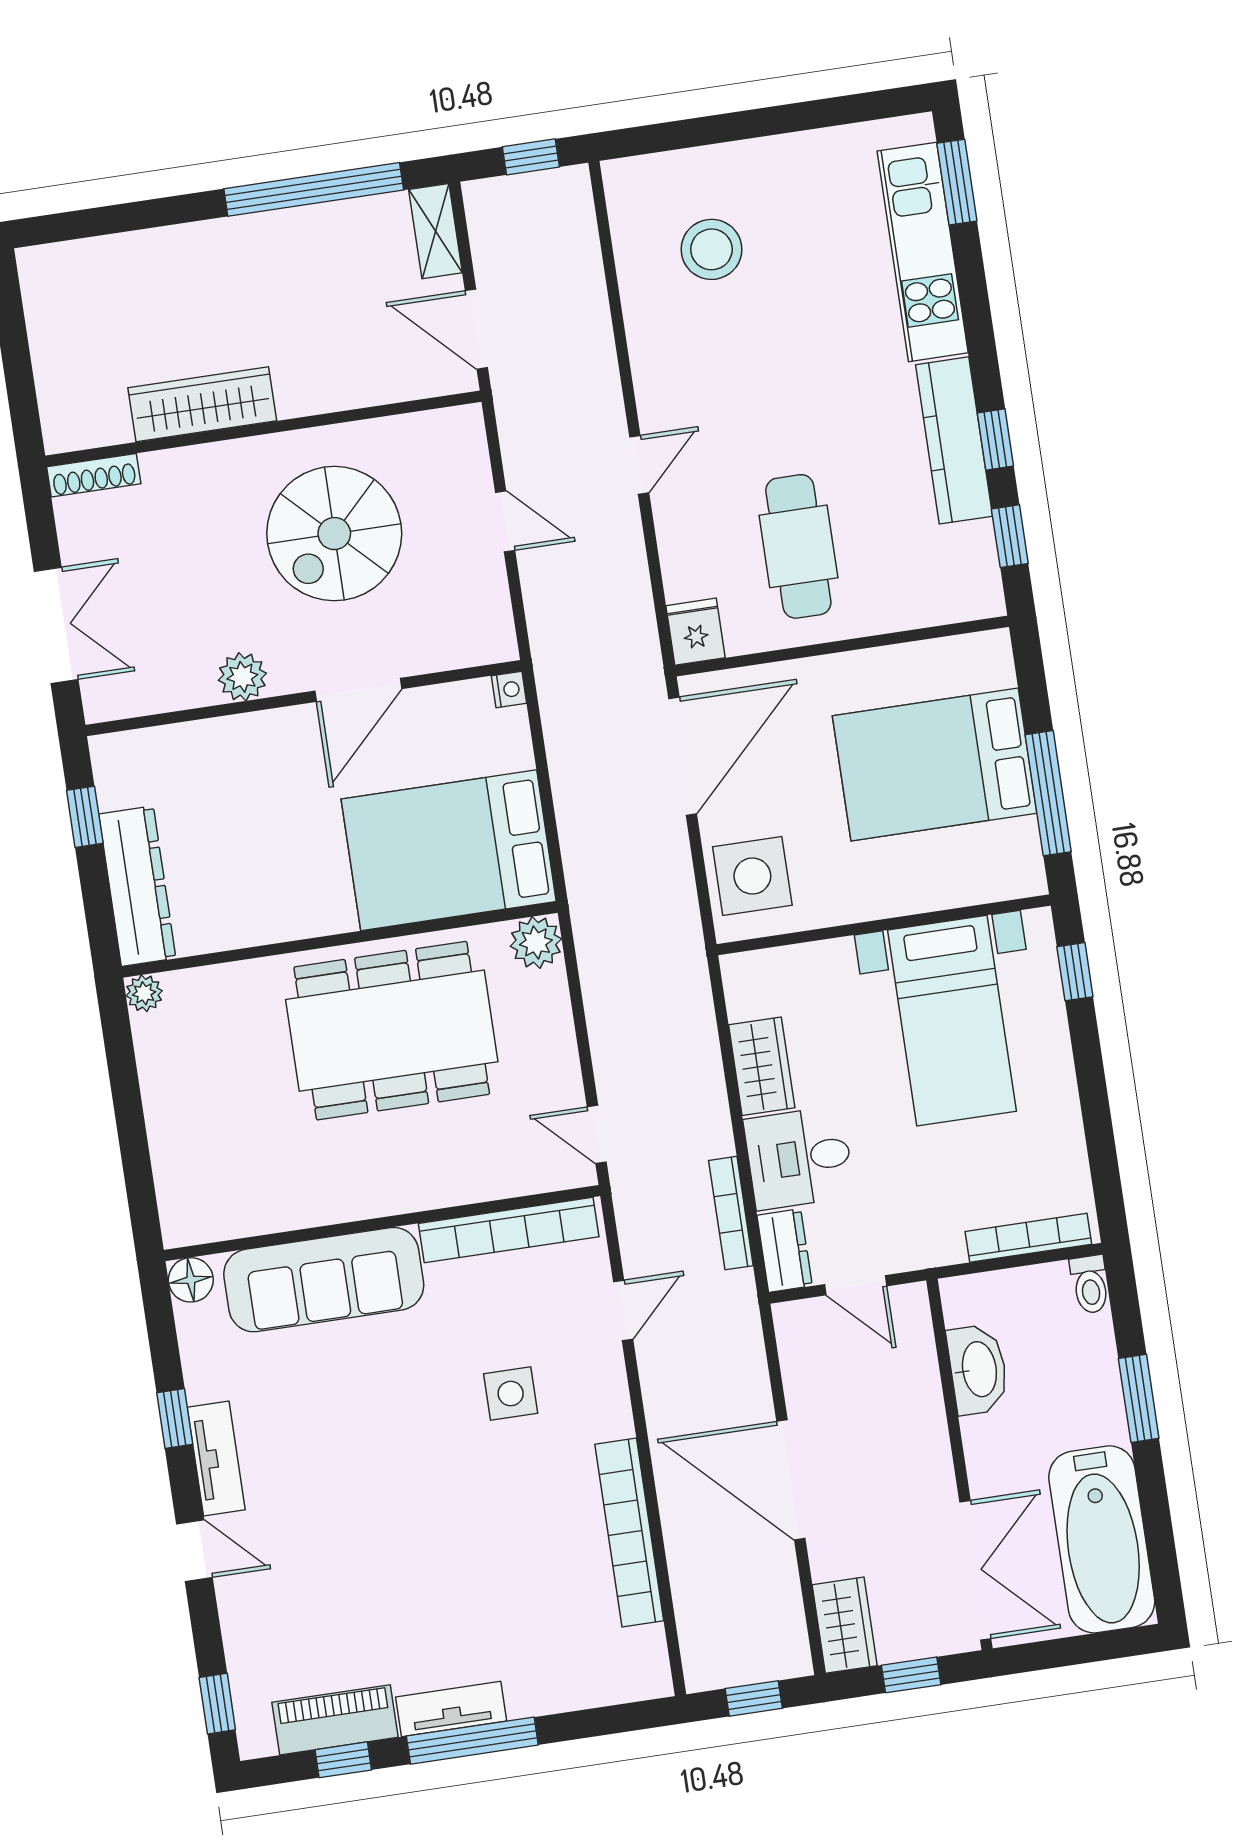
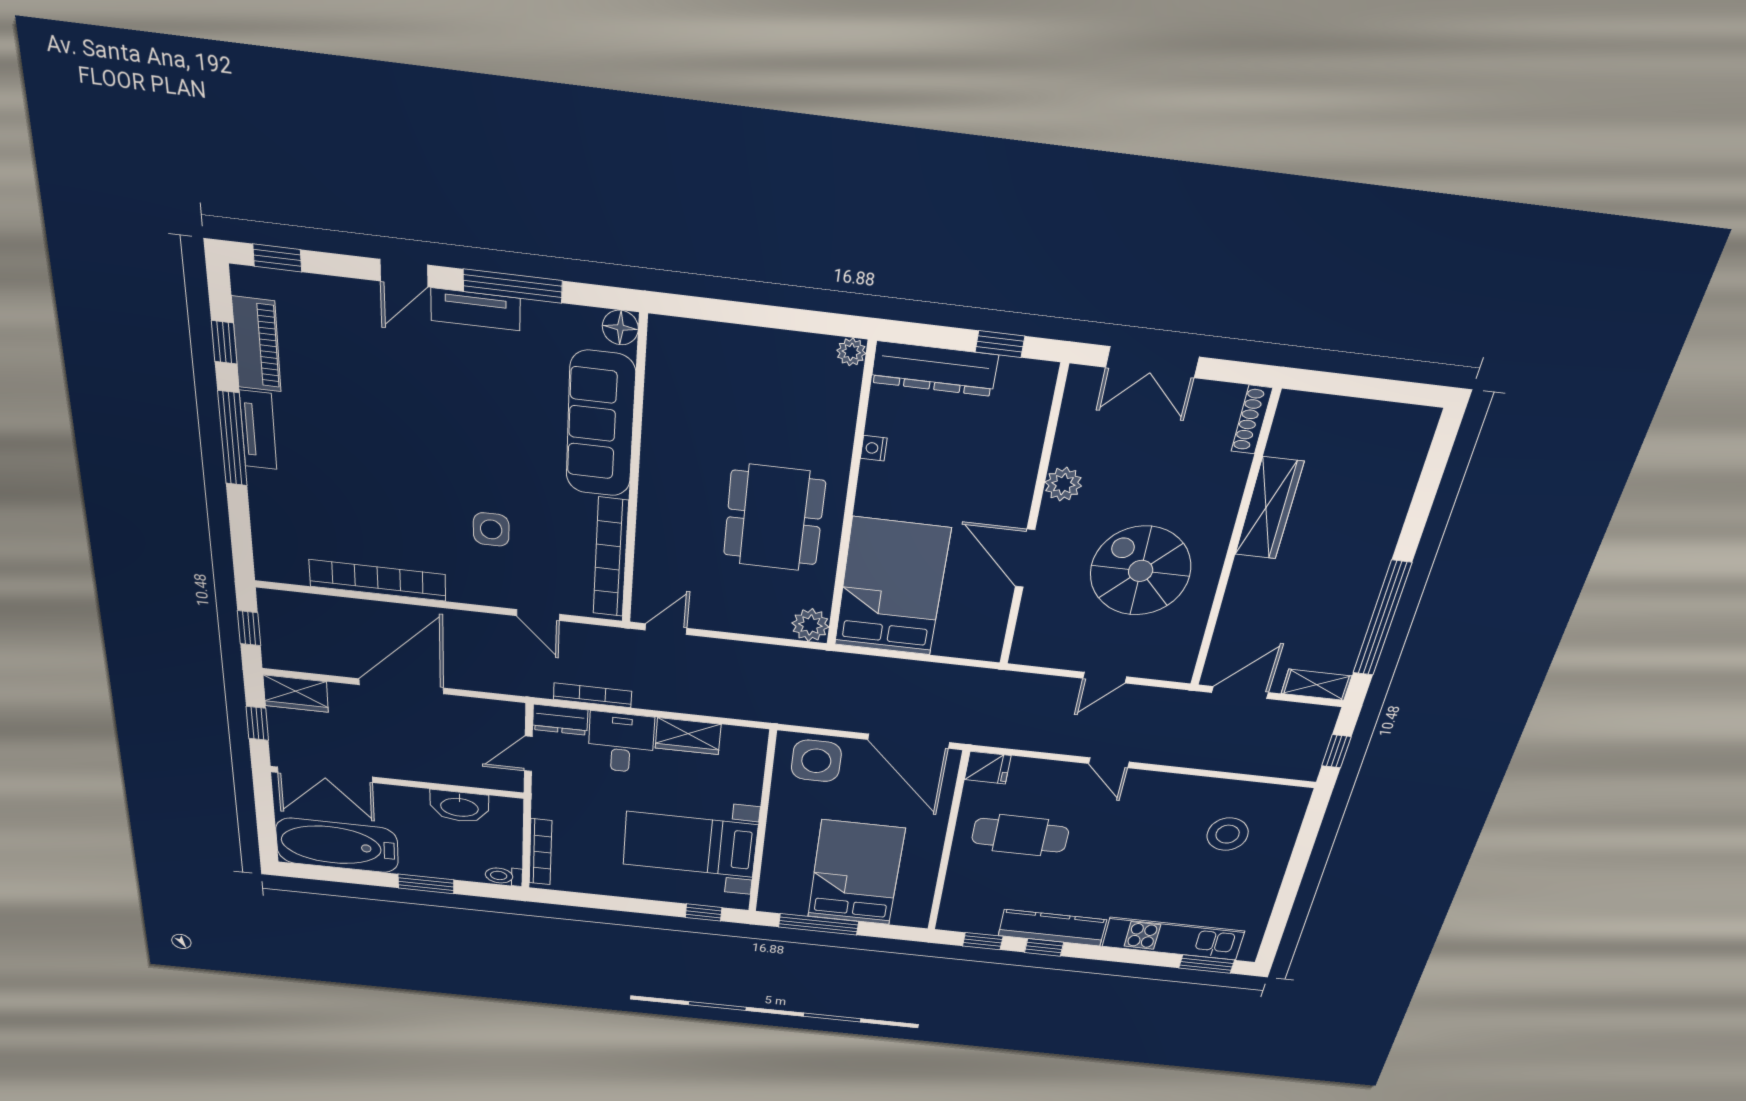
nightstand: (509, 690) -> (874, 448), moved, turned 90
dining table: (392, 1031) -> (774, 518), width x0.73, depth x0.80
window: (175, 1419) -> (513, 286), width x2.17

